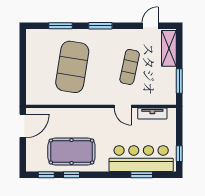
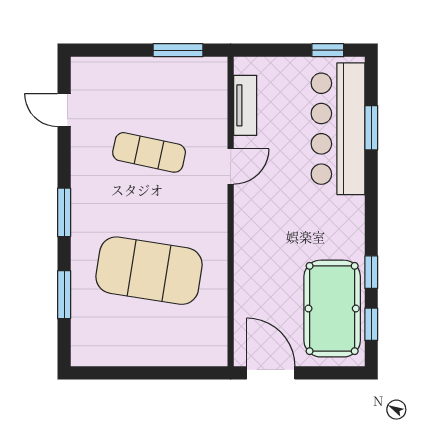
shelving: (169, 48) -> (111, 72), removed
pool table: (71, 152) -> (332, 309), moved

